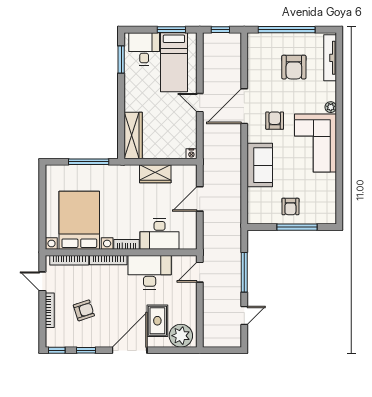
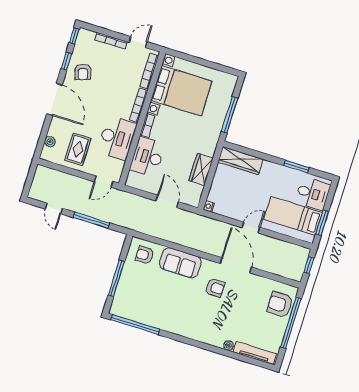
window: (121, 60) -> (296, 167), moved
armchair: (294, 67) -> (280, 304), moved
plant: (331, 107) -> (228, 345), moved
corner sofa: (315, 143) -> (184, 317), removed
window: (339, 192) -> (135, 325), added
armchair: (290, 206) -> (145, 255), moved
door: (200, 272) -> (104, 182), swing flipped
armchair: (84, 310) -> (83, 72), moved
rug: (157, 321) -> (78, 149), moved, turned 90
plant: (181, 336) -> (50, 142), width x0.53, depth x0.53

